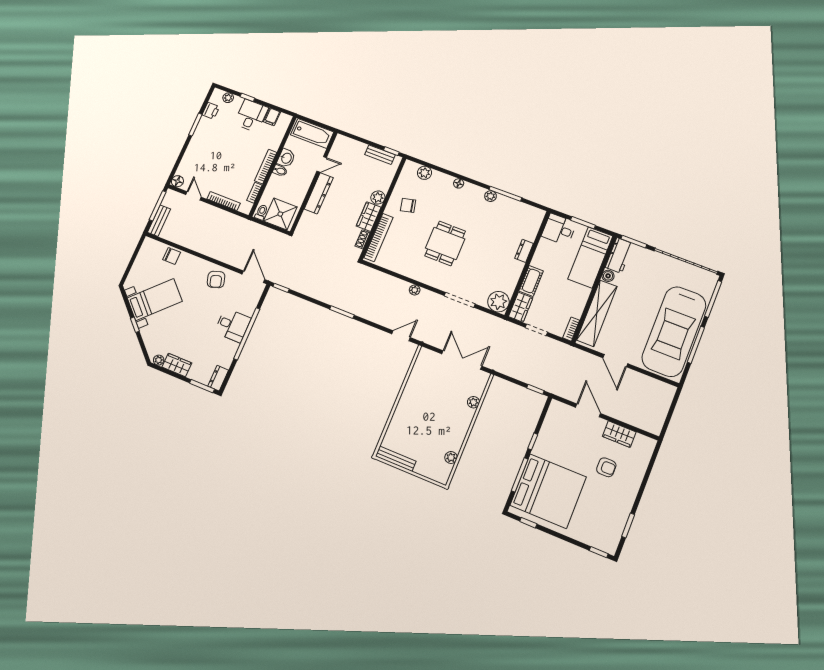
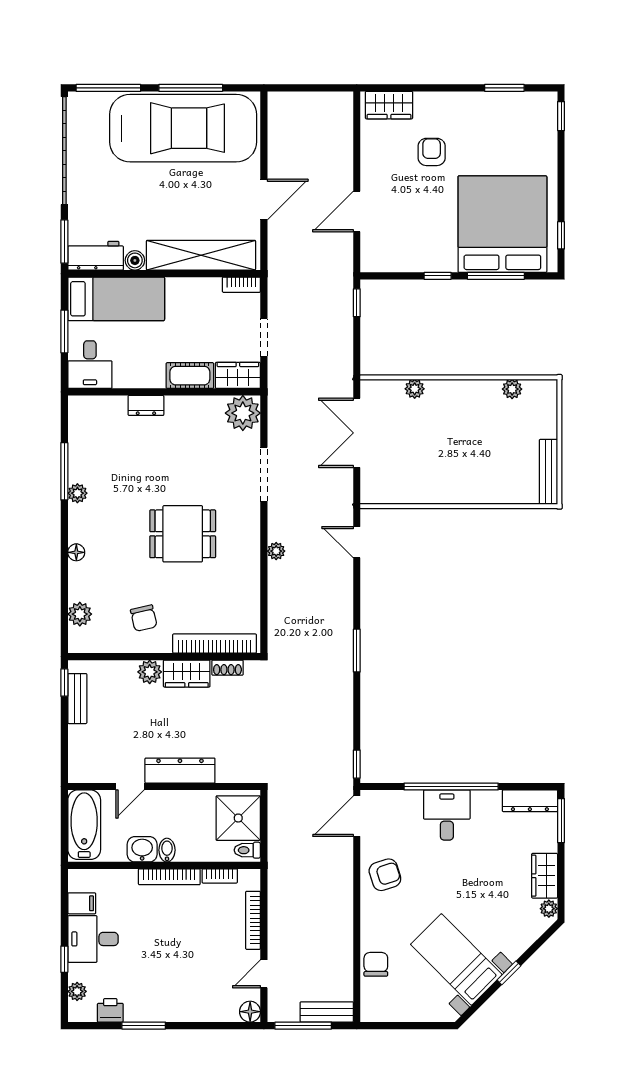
door: (322, 164) -> (130, 786), swing flipped
dresser: (218, 378) -> (530, 801), width x1.44
wardrobe: (619, 434) -> (389, 105), moved, turned 90

